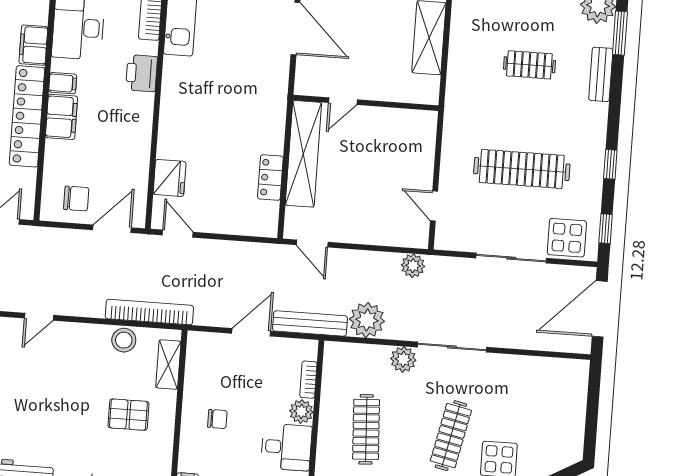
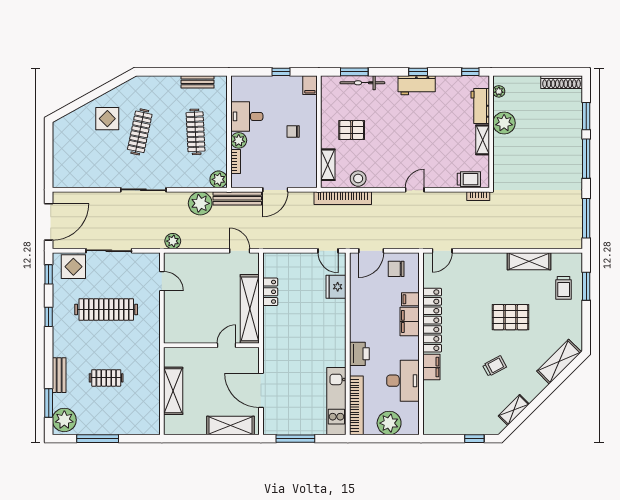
filing cabinet: (63, 83) -> (410, 299), moved
plant: (403, 359) -> (219, 179), moved

